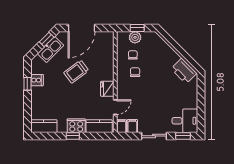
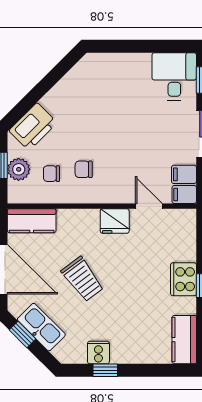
printer: (184, 71) -> (33, 127), moved
kitchen counter: (99, 126) -> (32, 221), moved, turned -90

